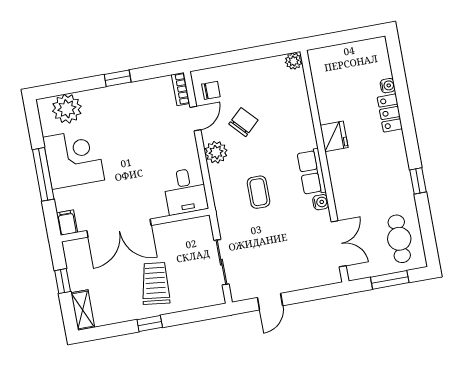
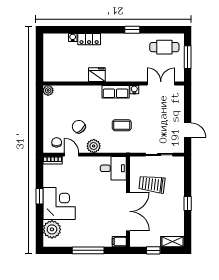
corner desk: (74, 159) -> (59, 203), moved, turned 90
trolley: (155, 283) -> (152, 184), moved

